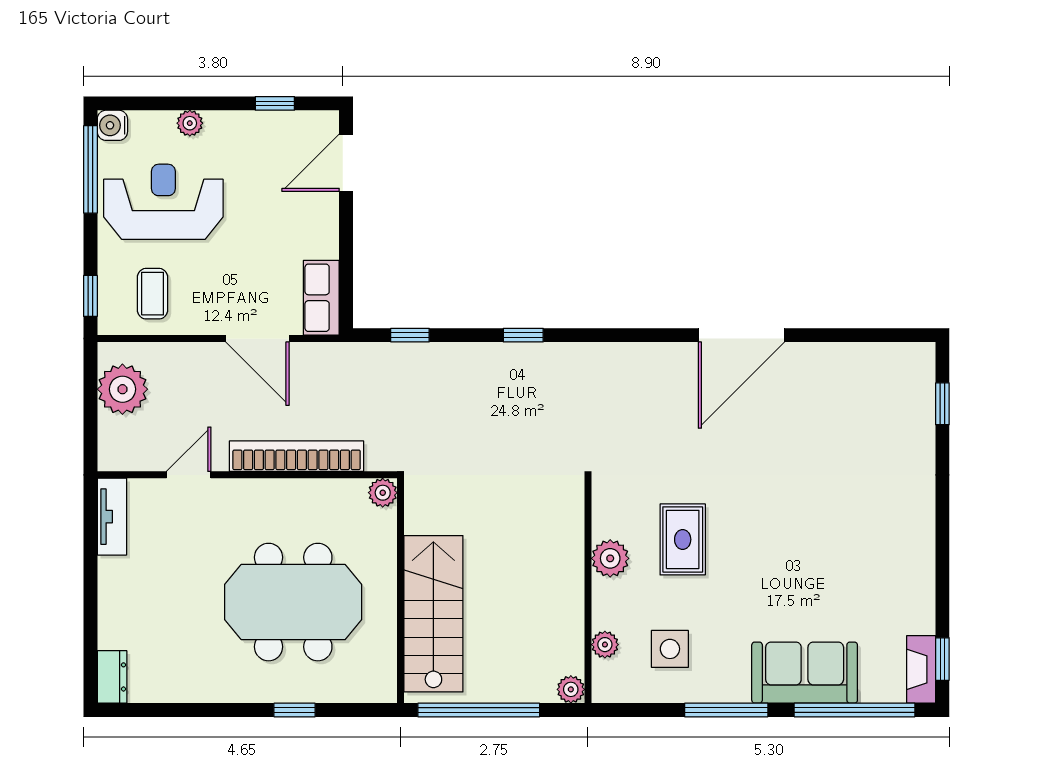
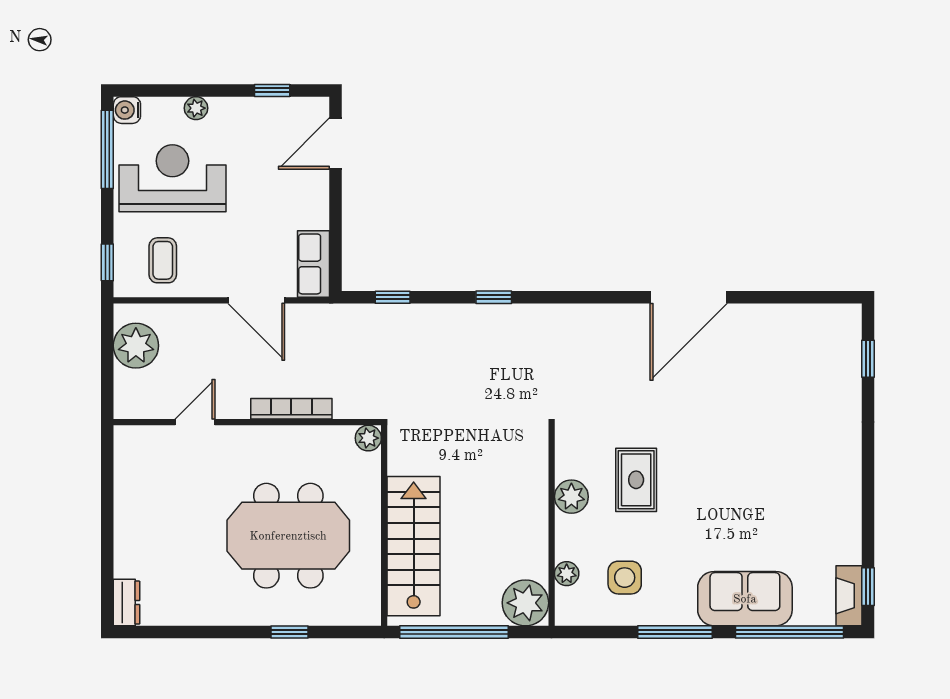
bookcase: (297, 456) -> (291, 409), width x0.68, depth x0.76
tv unit: (112, 517) -> (126, 459), removed
plant: (571, 689) -> (525, 603), width x1.88, depth x1.88

